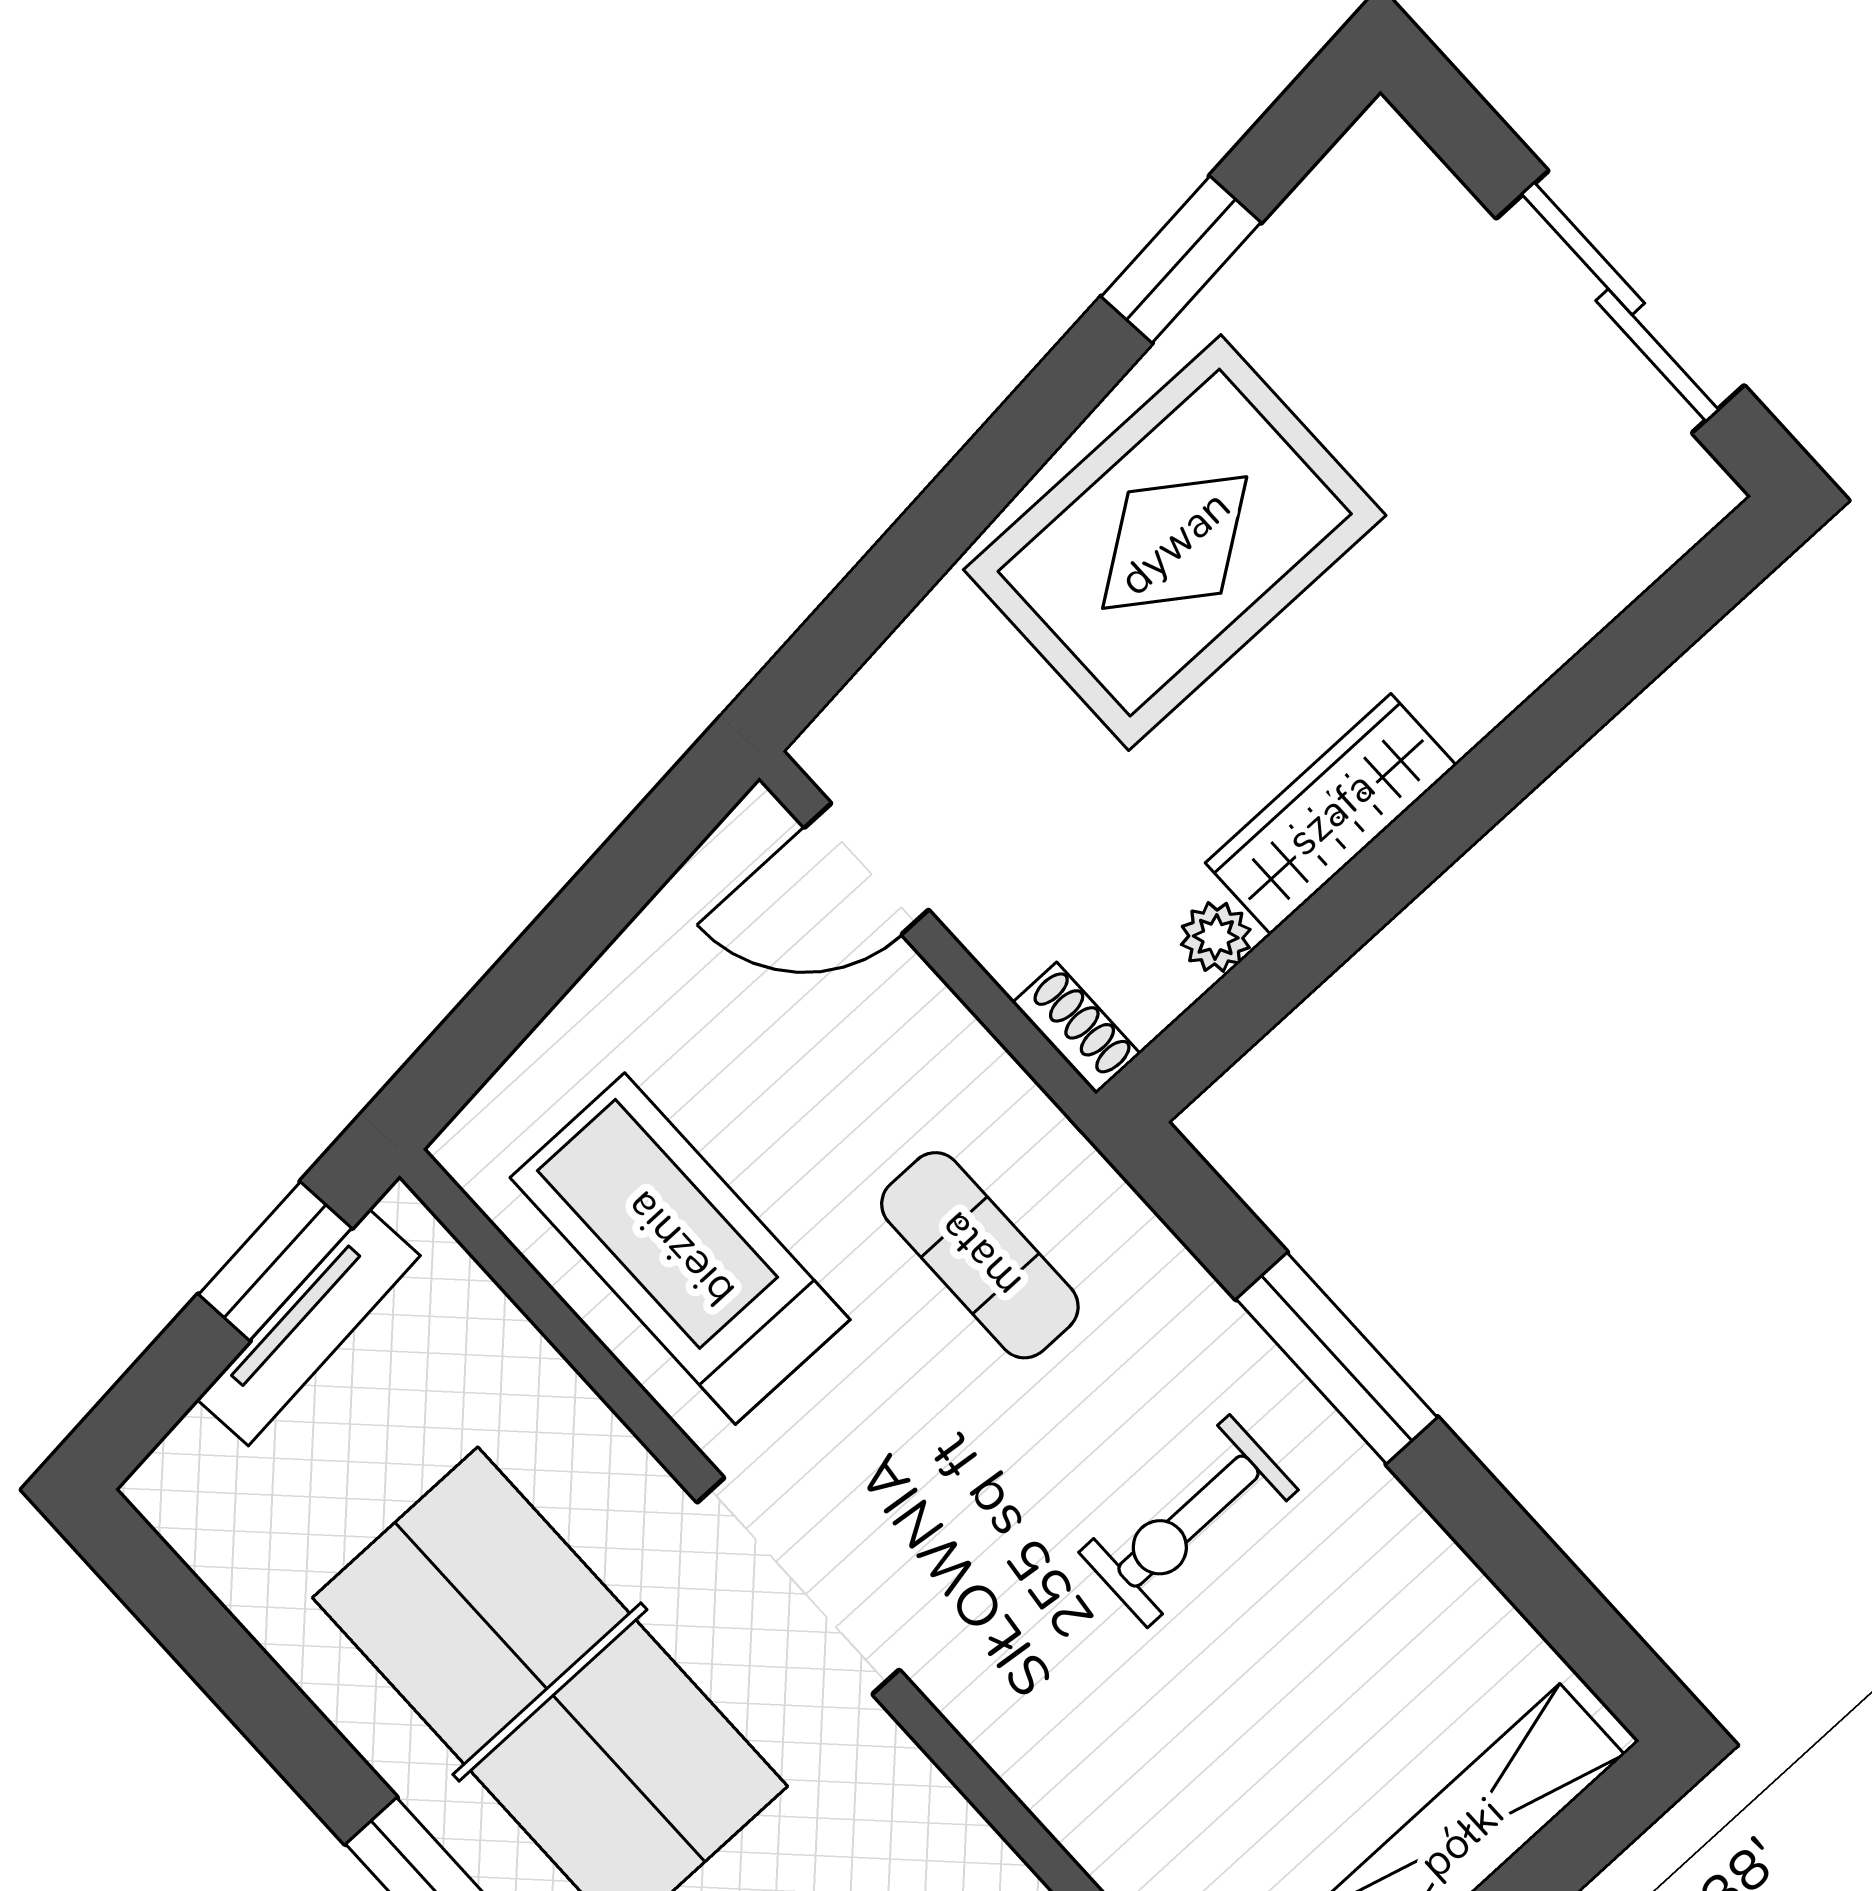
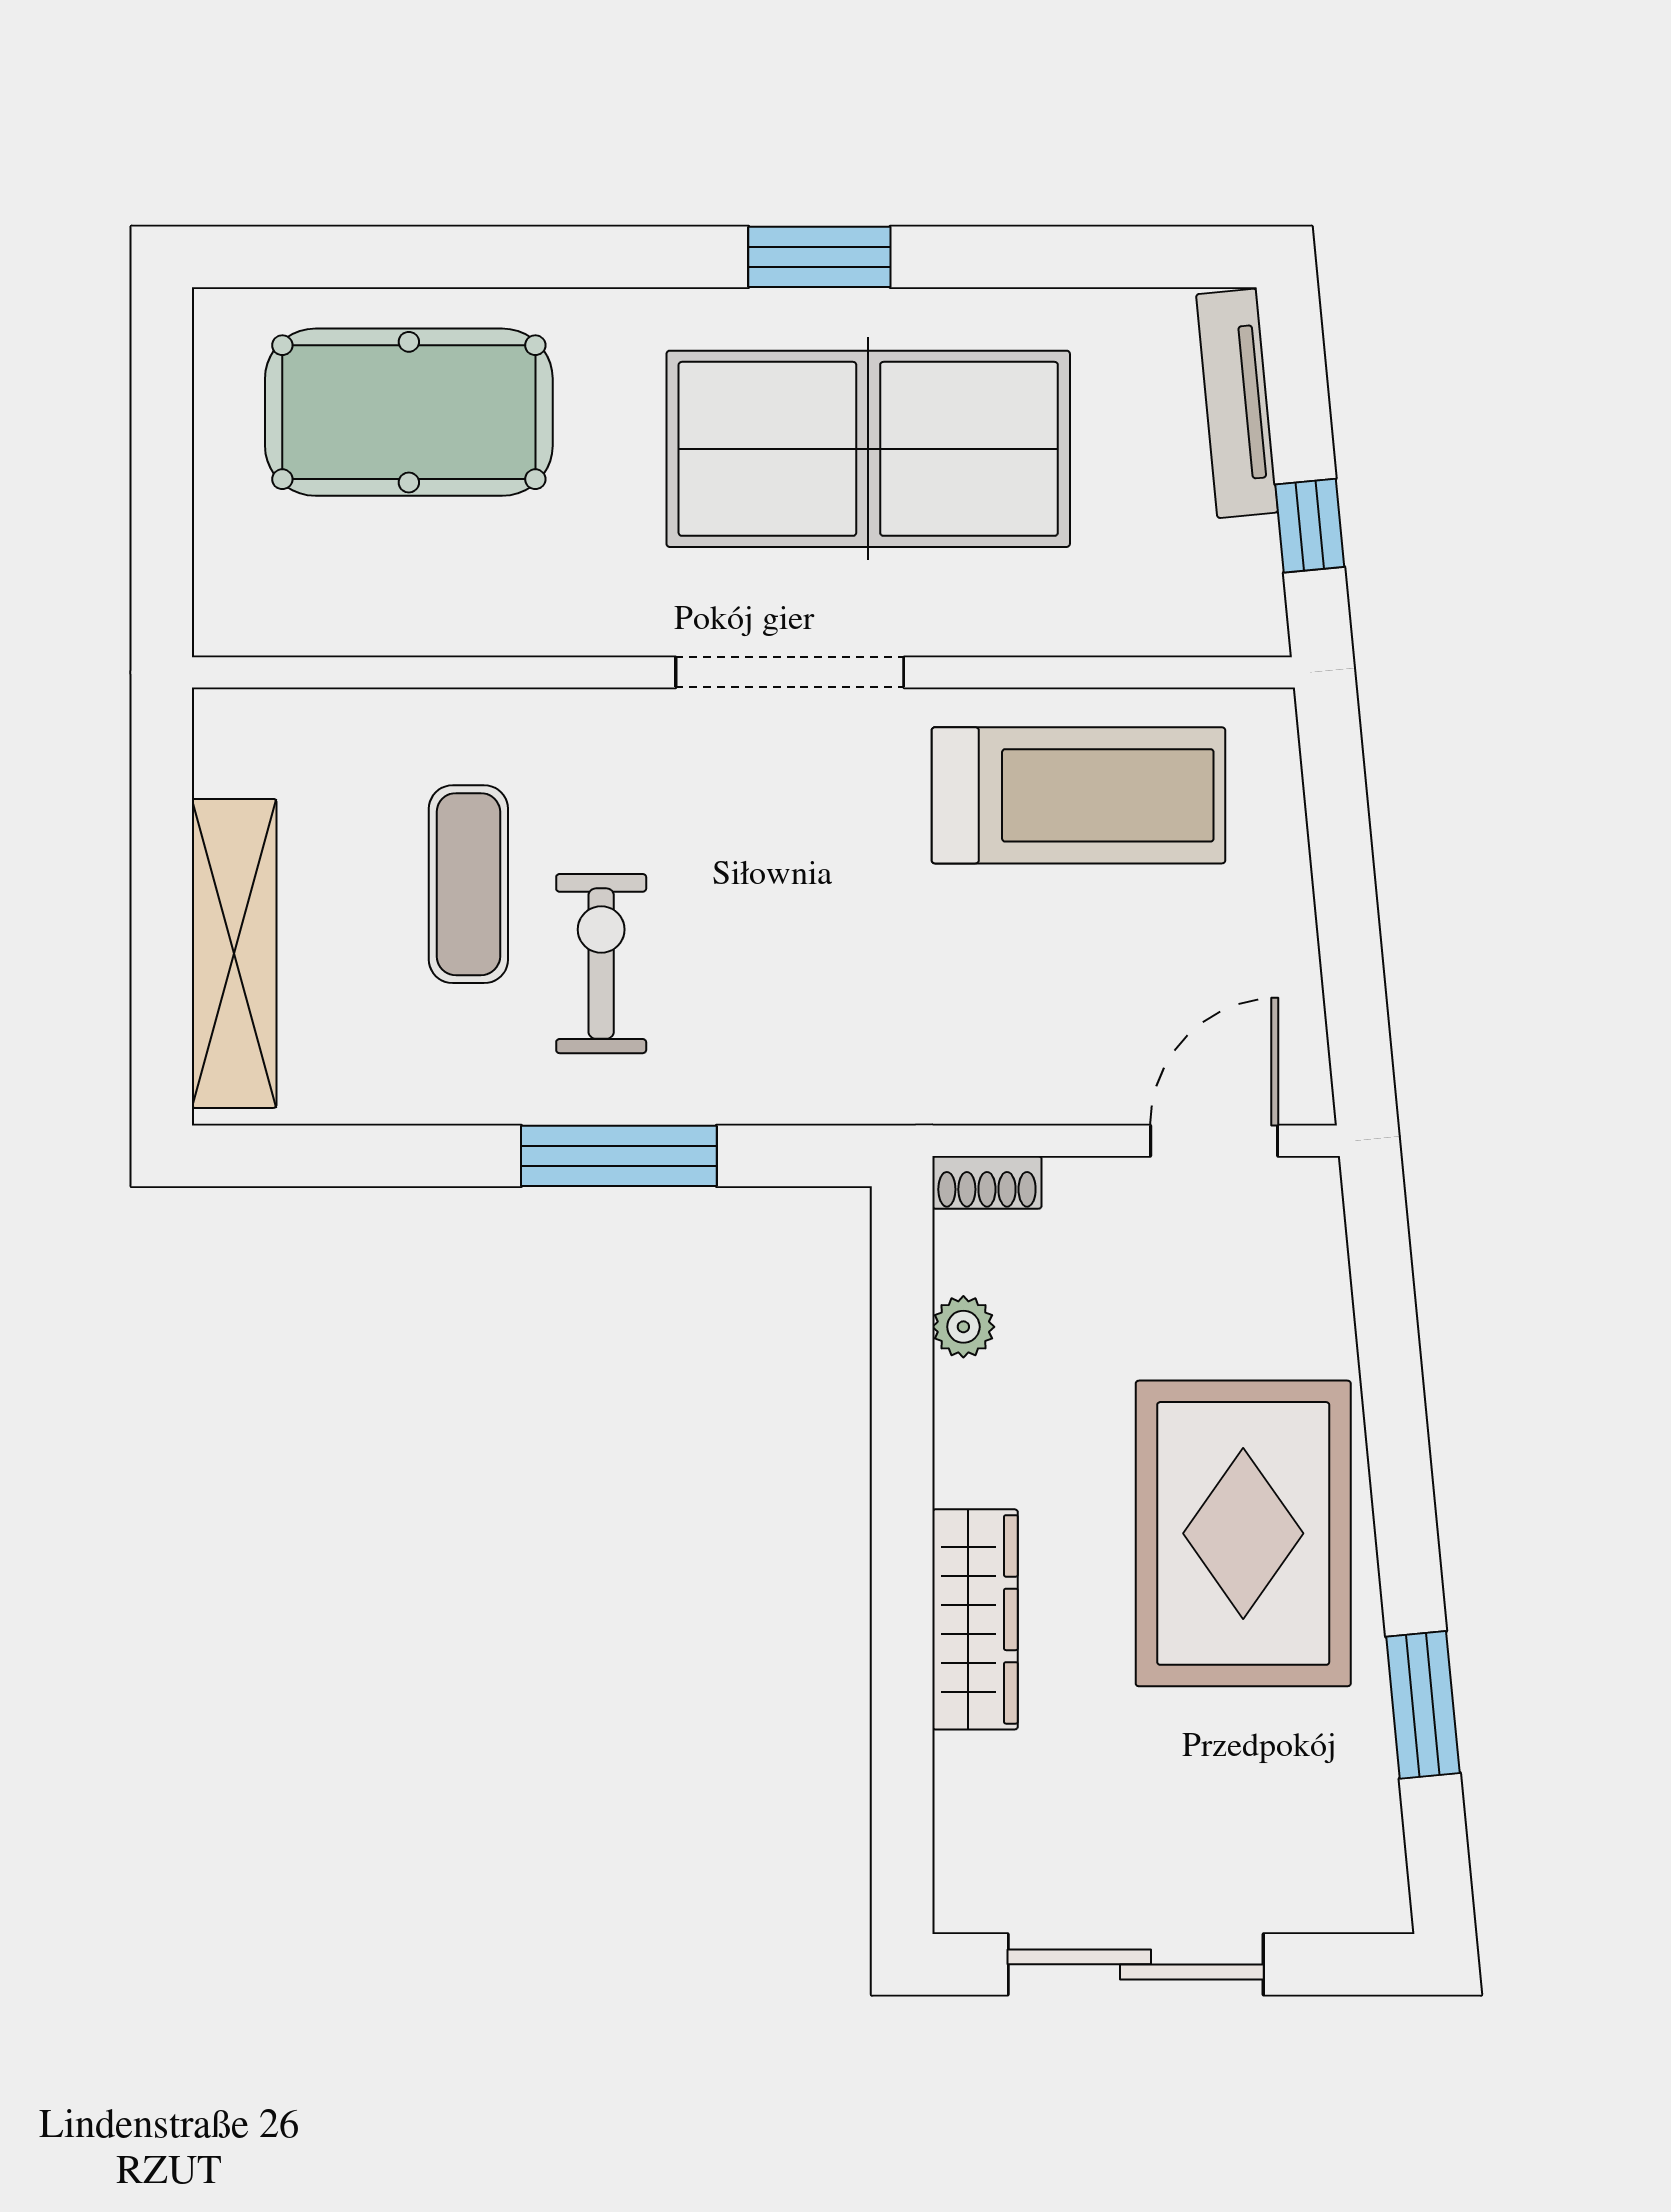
wardrobe: (1331, 814) -> (975, 1619), moved
exercise mat: (980, 1255) -> (468, 884), moved, turned 90
window: (275, 1261) -> (1310, 526), width x0.67
tv unit: (309, 1327) -> (1237, 403), moved

